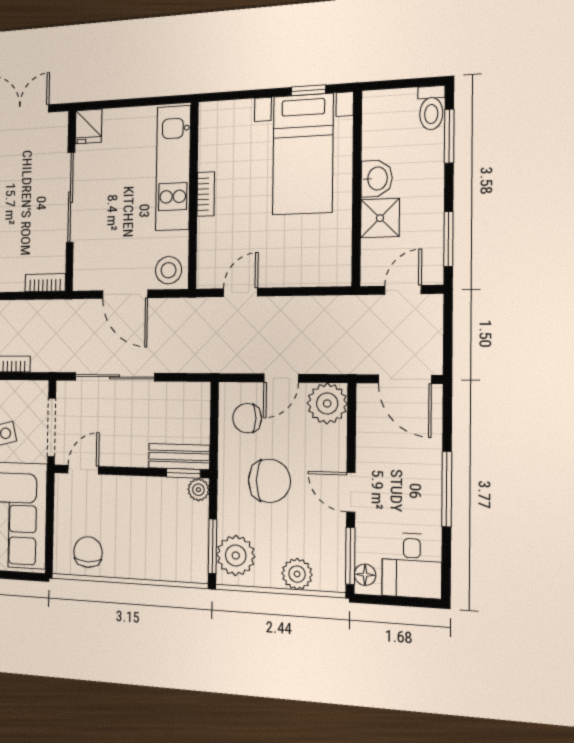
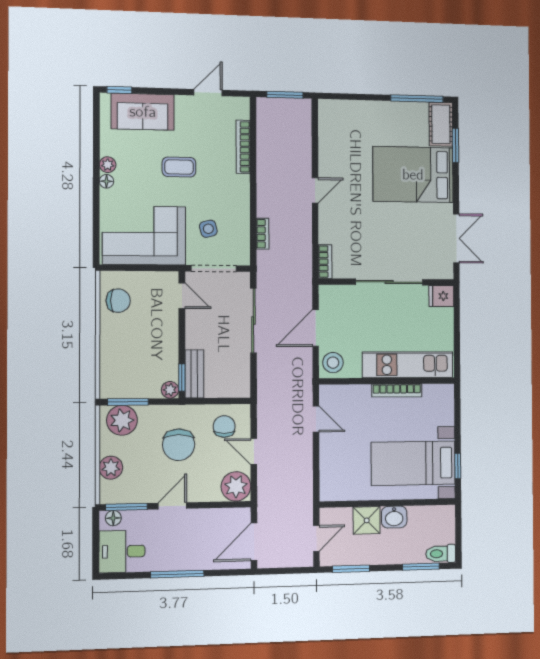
bookcase: (206, 194) -> (397, 390), width x1.56
door: (403, 290) -> (316, 538), hinge flipped

